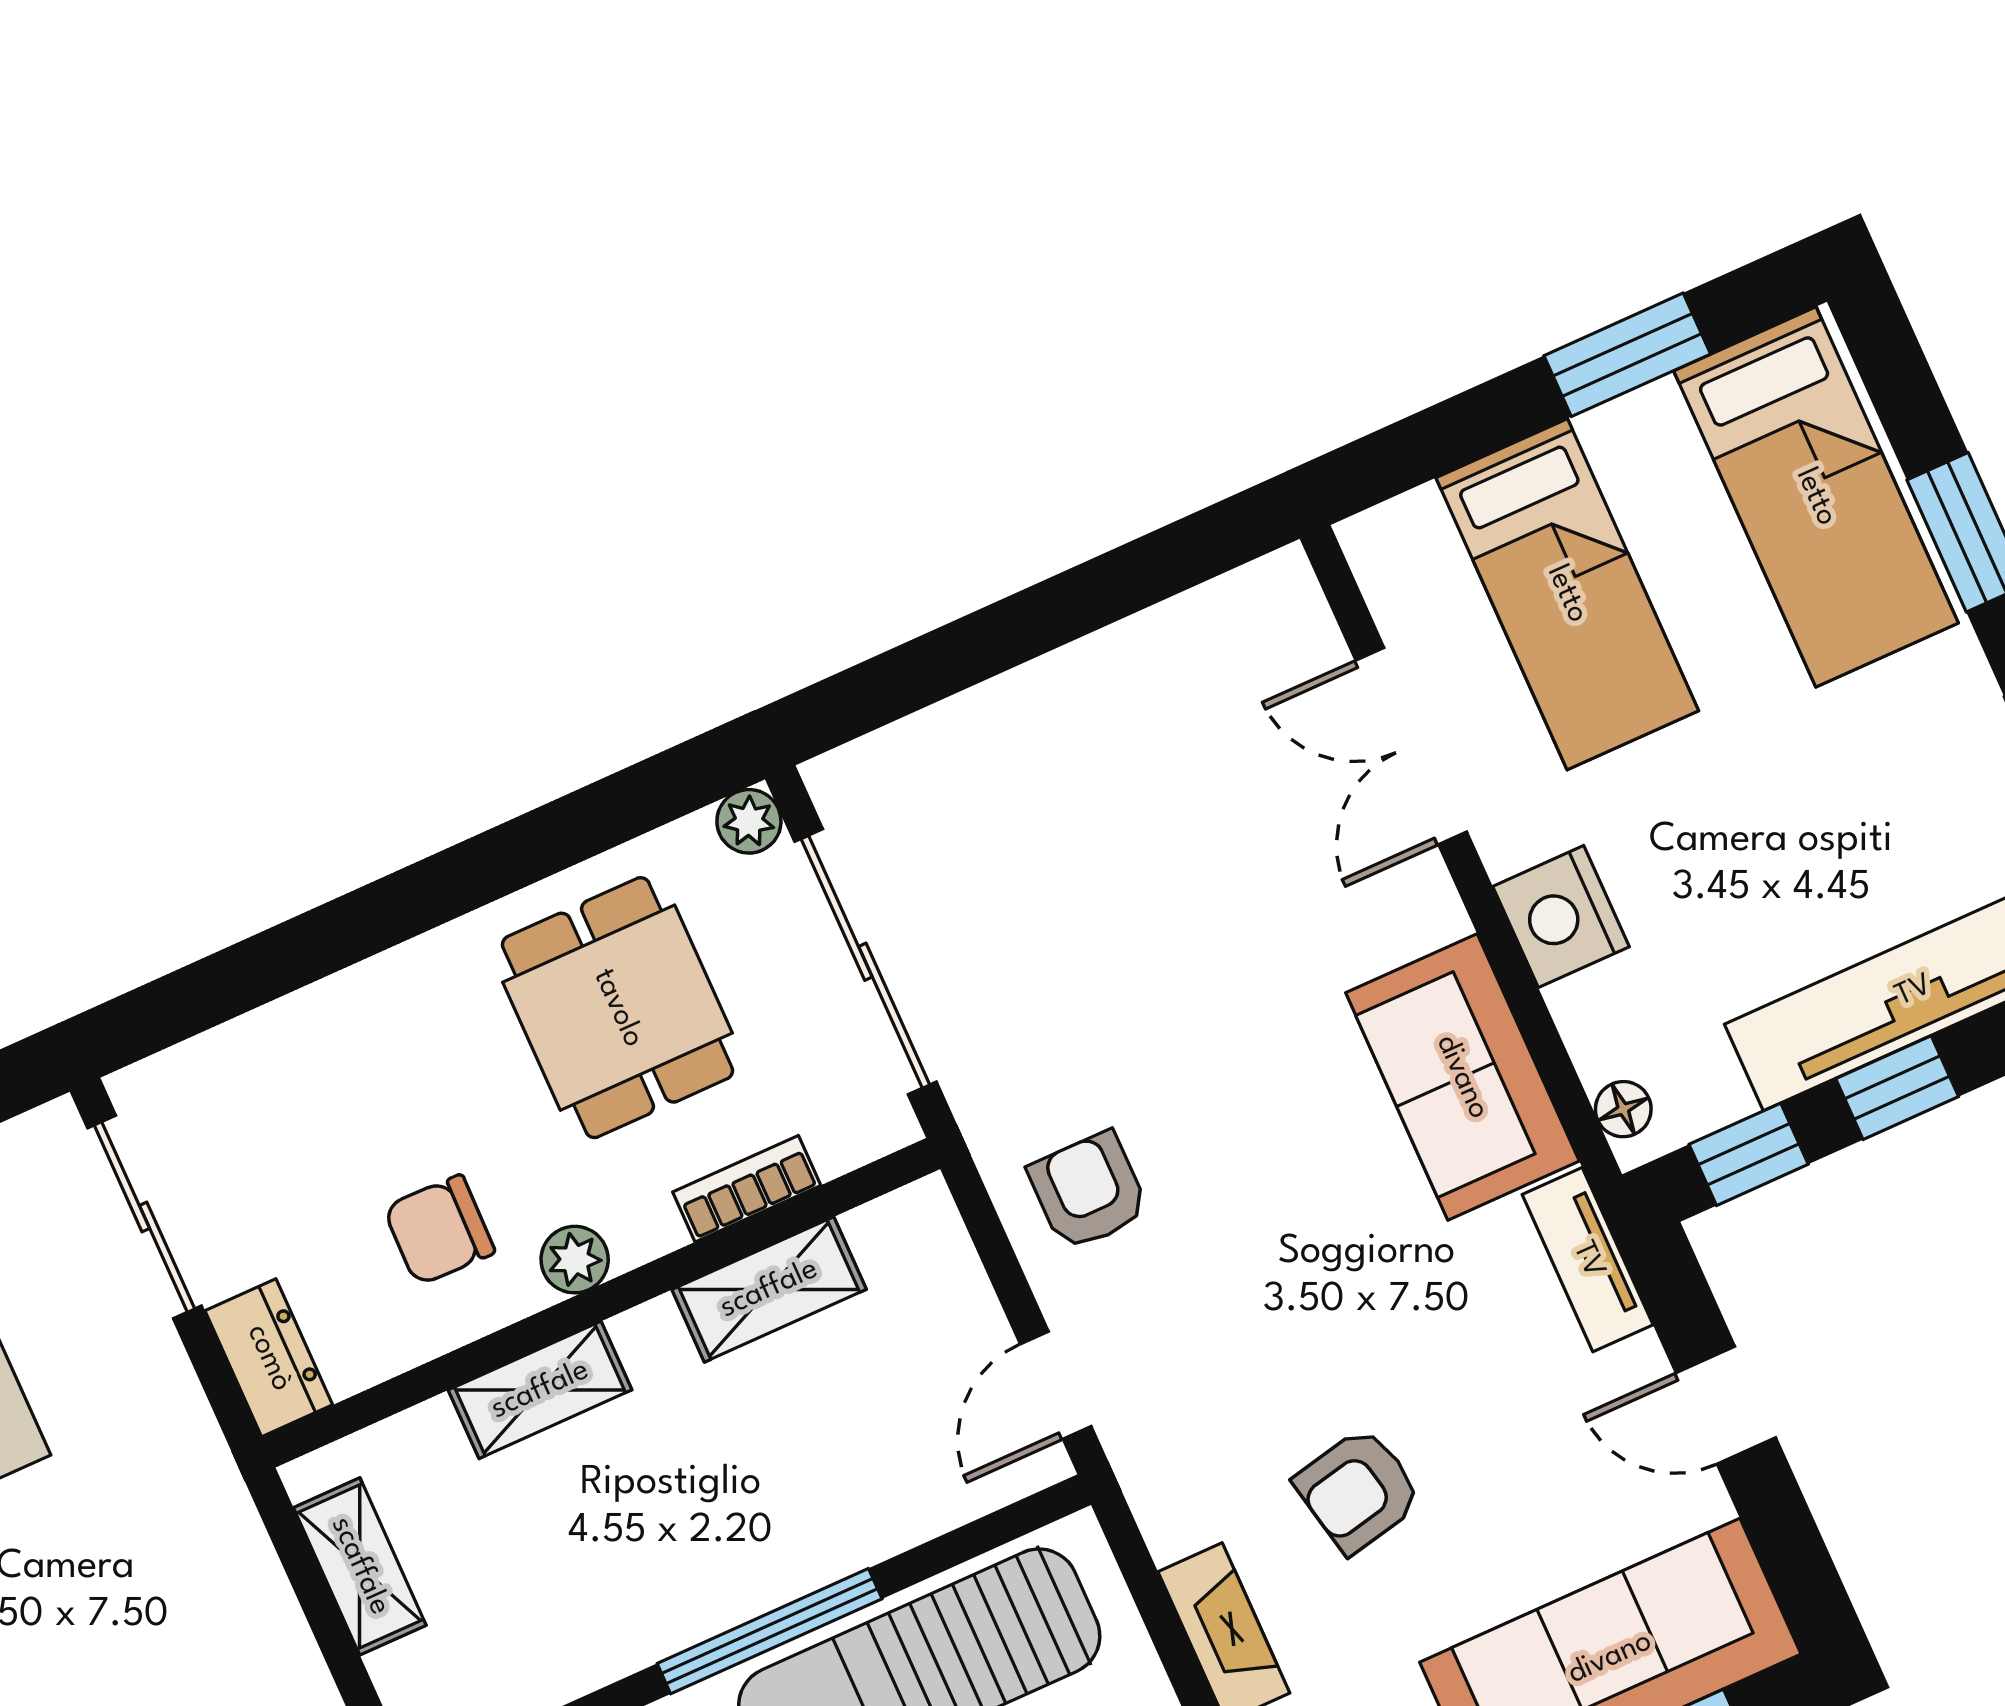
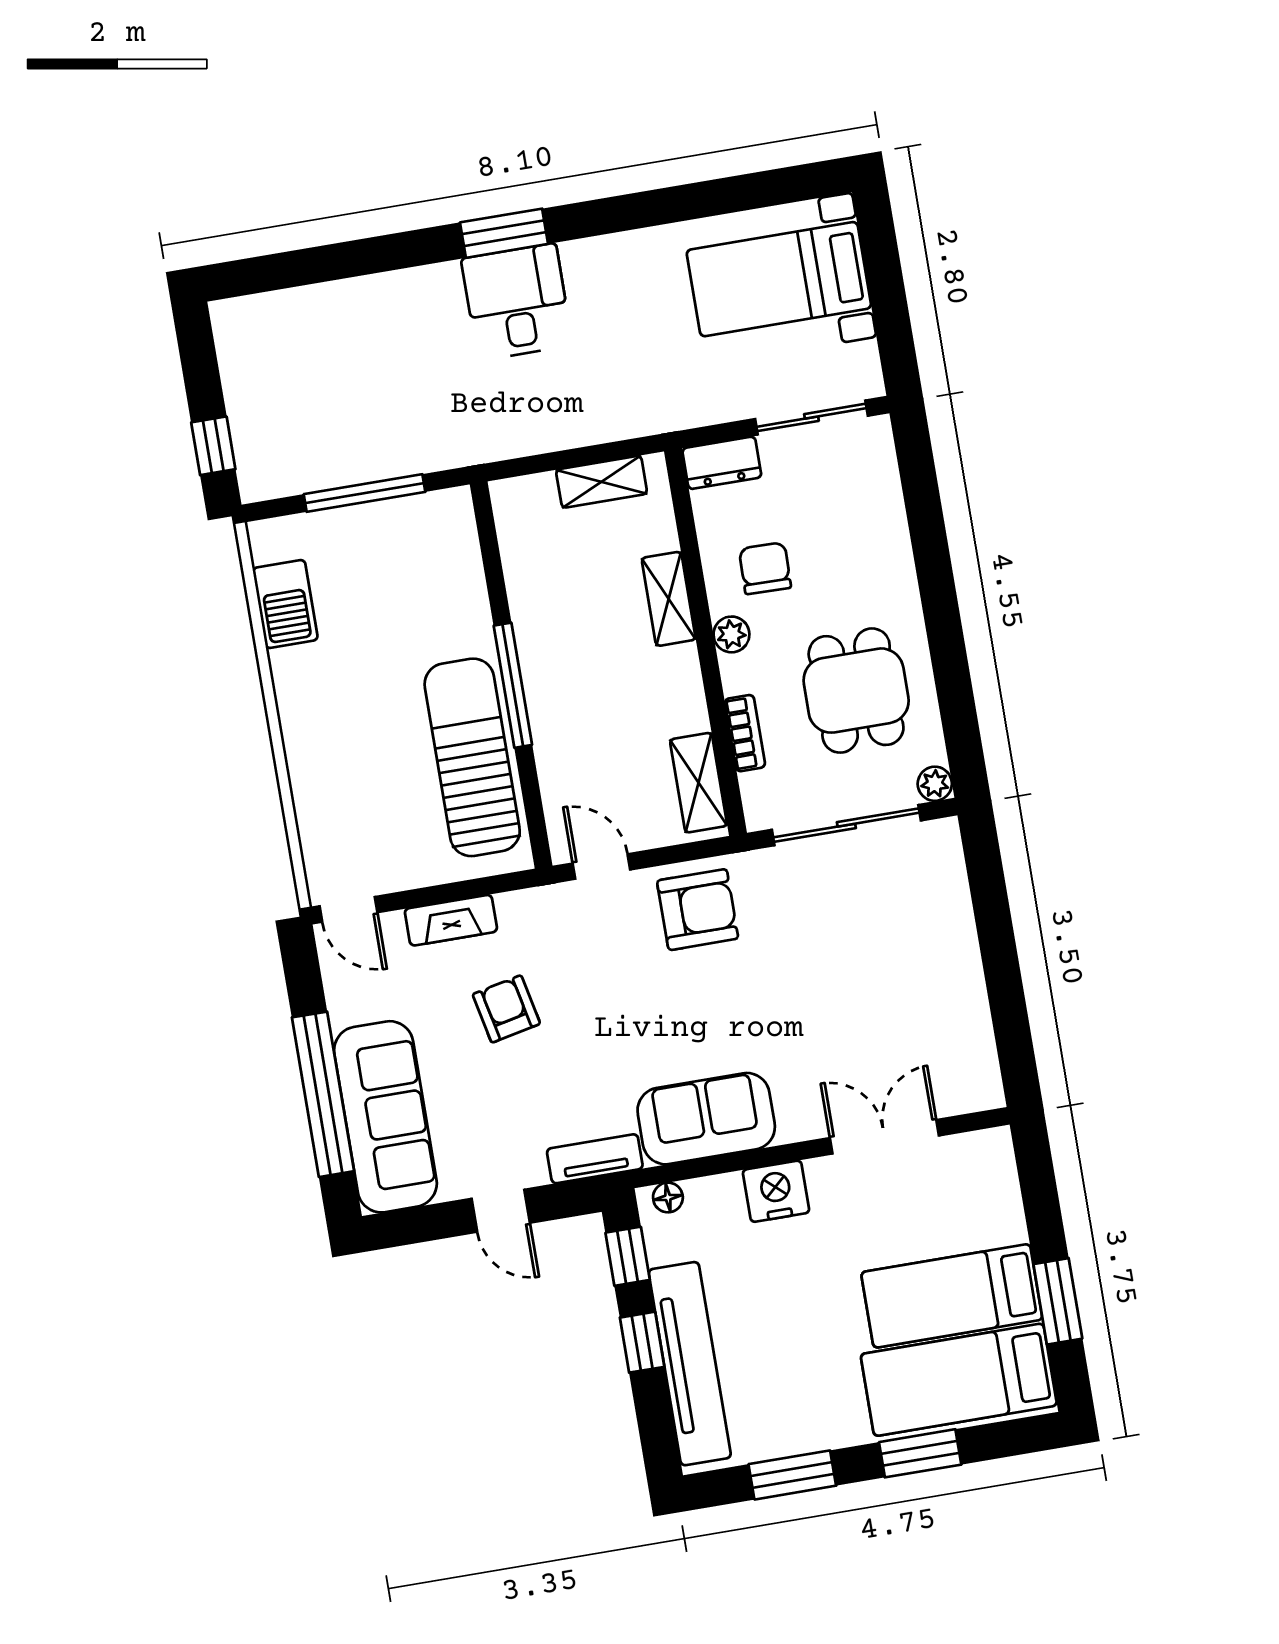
bed: (1567, 594) -> (952, 1296), moved
dining table: (618, 1008) -> (856, 691), turned 90
armchair: (1088, 1191) -> (698, 910), width x1.38, depth x1.38
shelving: (769, 1289) -> (699, 783), moved
door: (1726, 1405) -> (501, 1211), swing flipped

